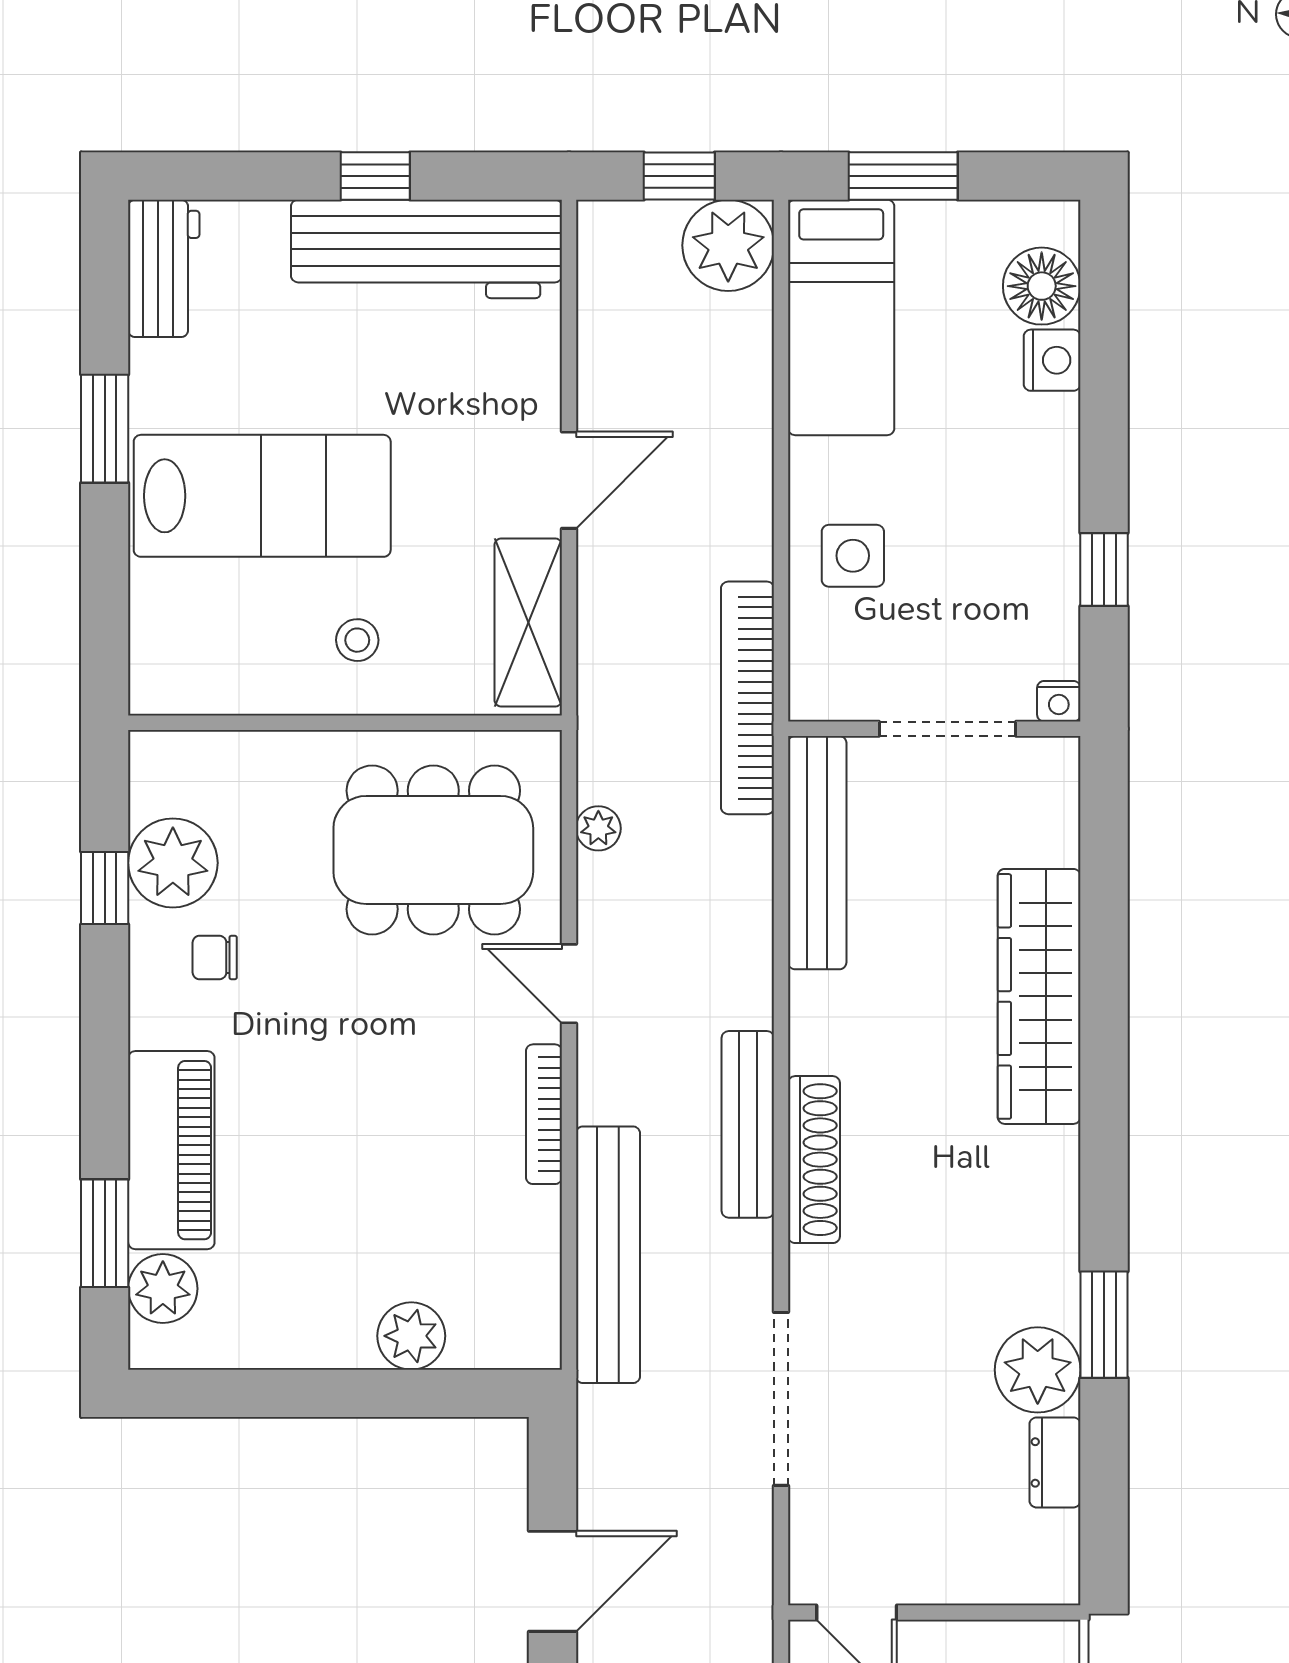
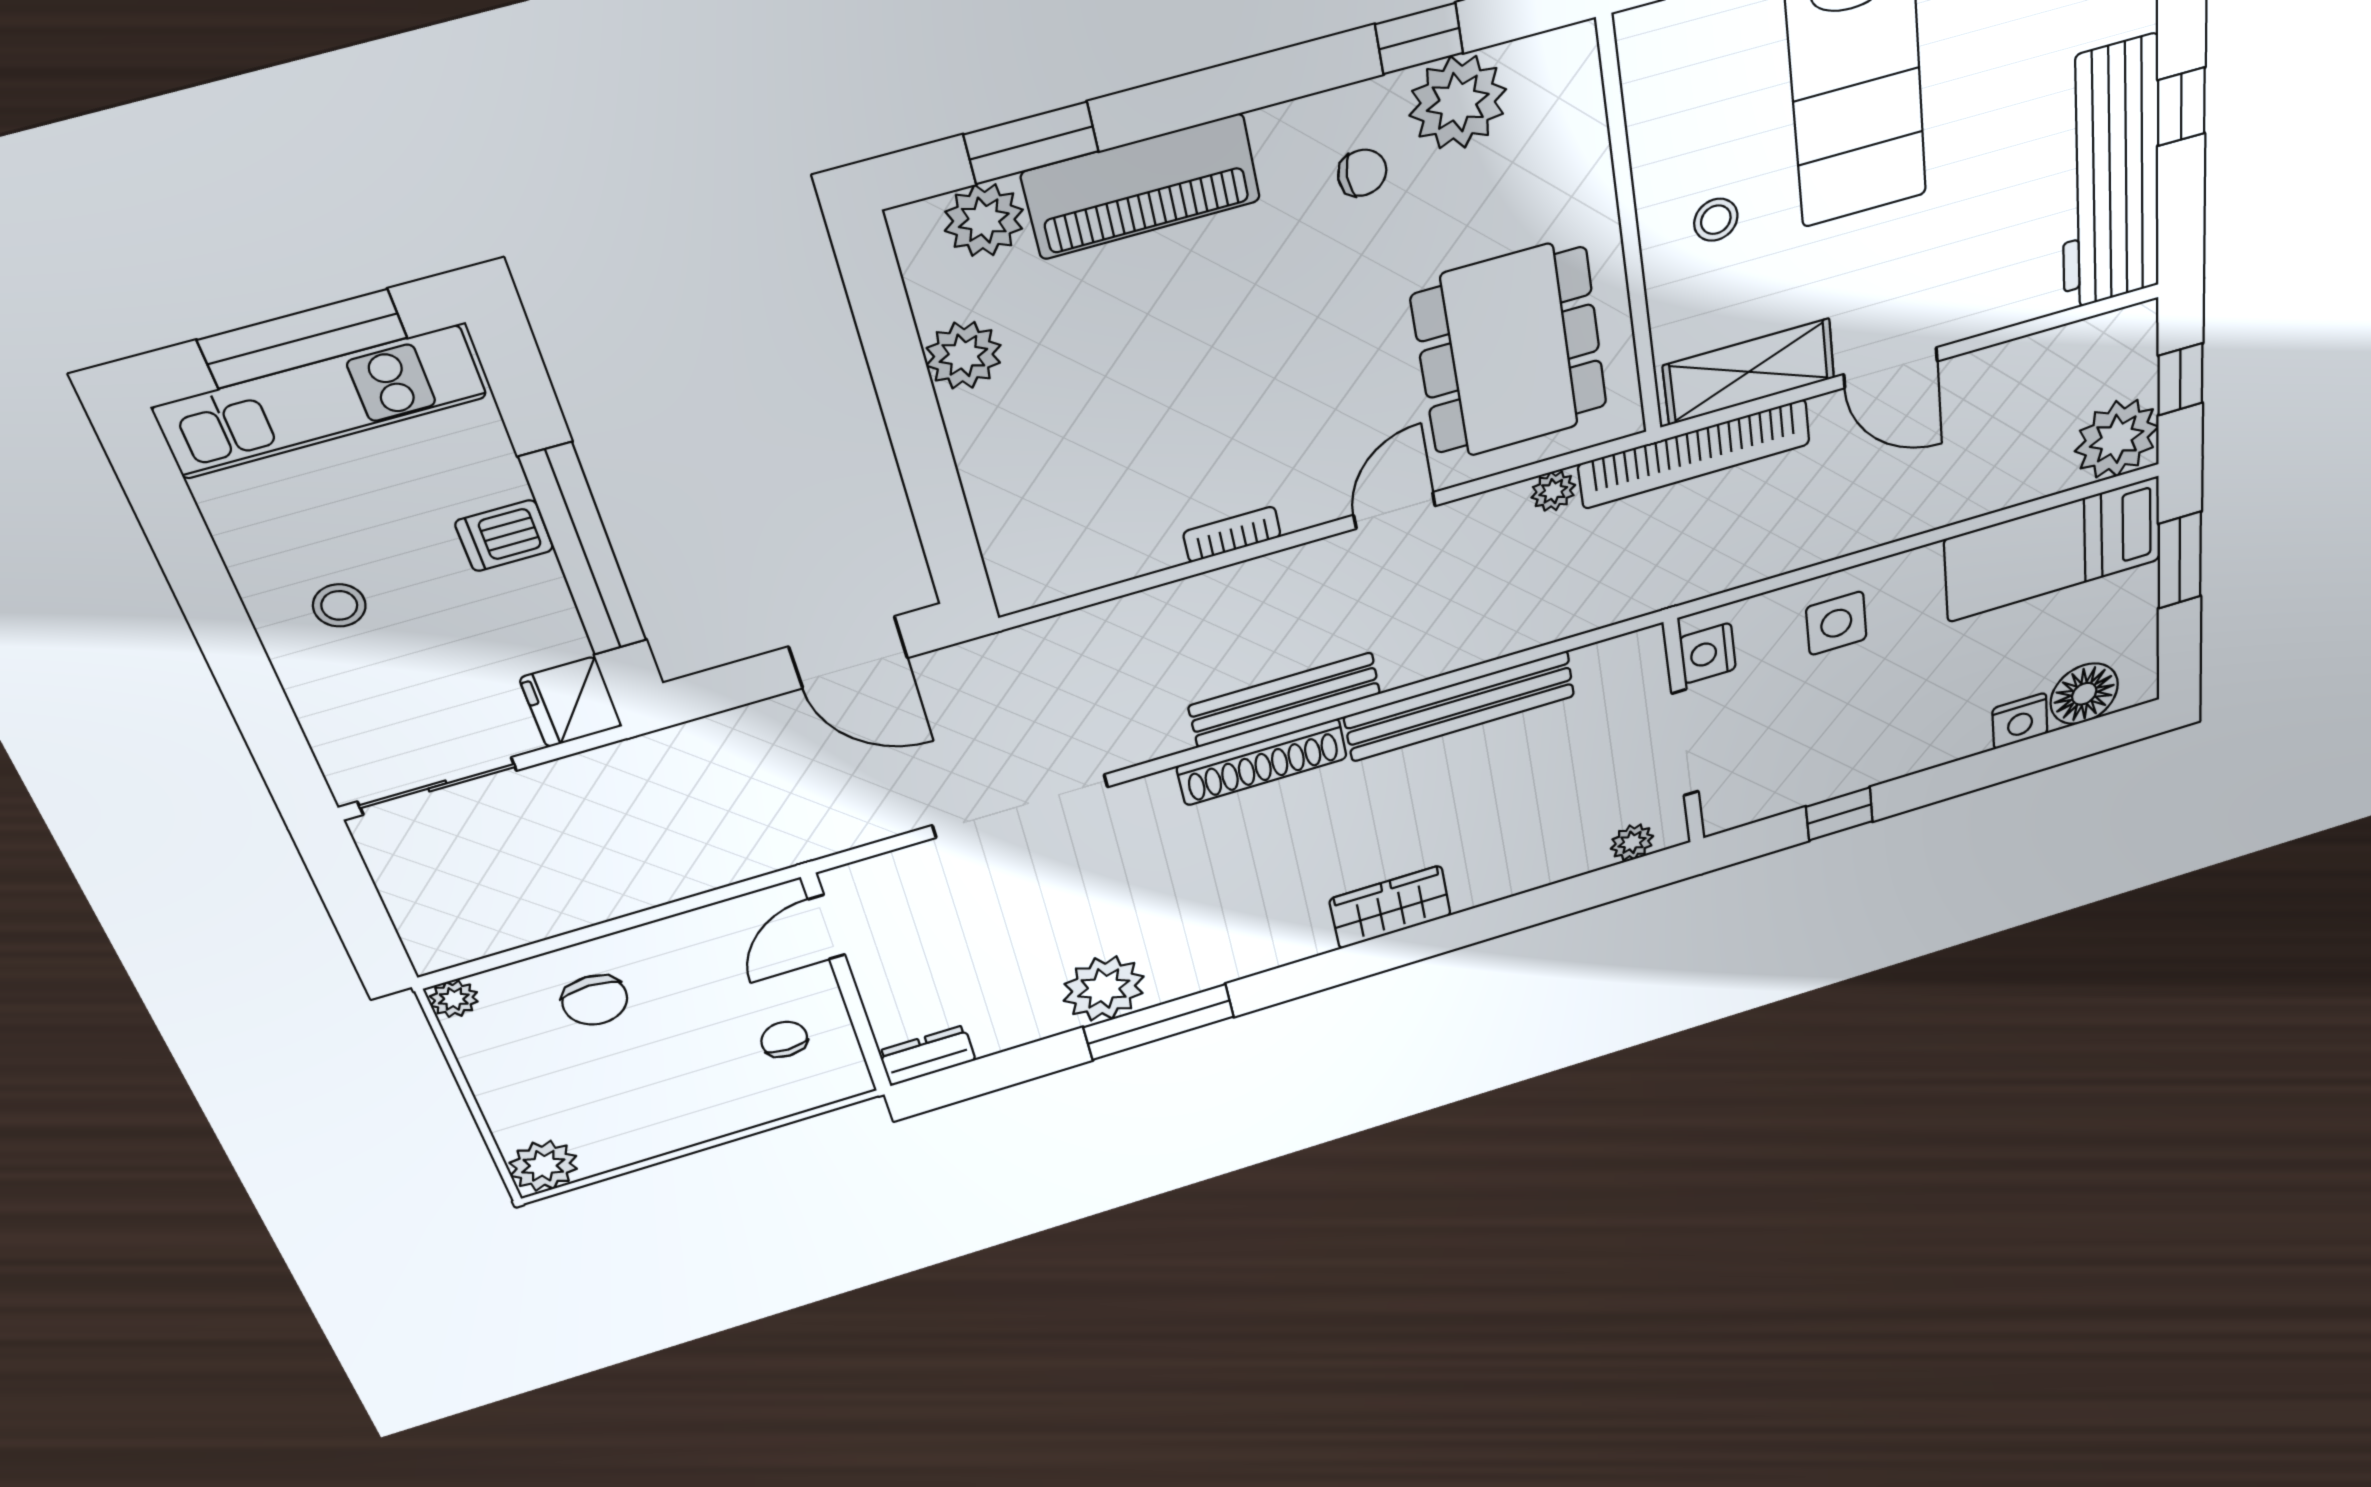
bookcase: (748, 698) -> (1694, 454), moved, turned 180
nightstand: (1059, 701) -> (1708, 653), moved, width x1.39, depth x1.35
plant: (1057, 799) -> (1632, 842), added
bench: (817, 853) -> (1460, 706), moved
chair: (215, 957) -> (1362, 173), turned 90
wardrobe: (1039, 996) -> (1390, 907), width x0.48, depth x0.85
bookcase: (544, 1114) -> (1232, 534), width x0.64
bench: (608, 1255) -> (1127, 623), removed
window: (1104, 1325) -> (1159, 1022), width x1.44
plant: (411, 1336) -> (963, 355), moved
dresser: (1055, 1462) -> (927, 1056), moved
door: (552, 1581) -> (848, 652), moved

